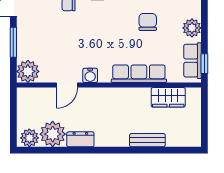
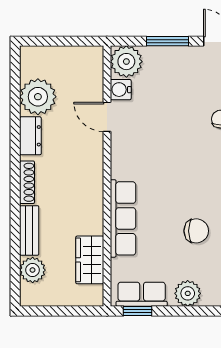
water cooler: (90, 75) -> (121, 90), moved
plant: (29, 138) -> (33, 270), moved
shoe rack: (113, 142) -> (27, 182), added

